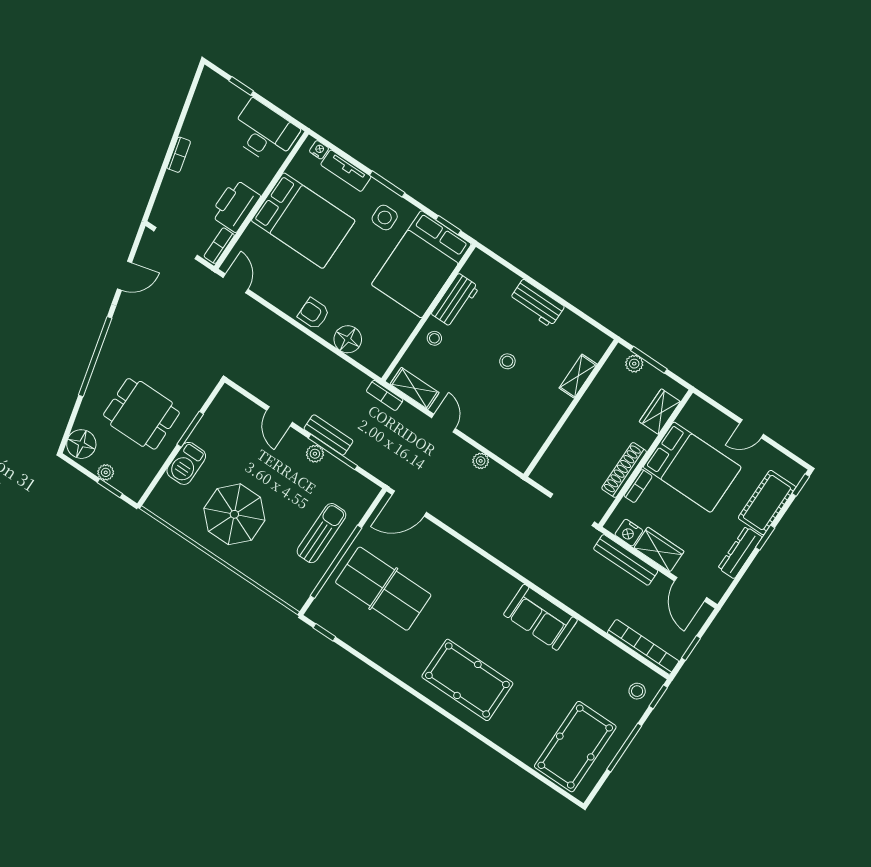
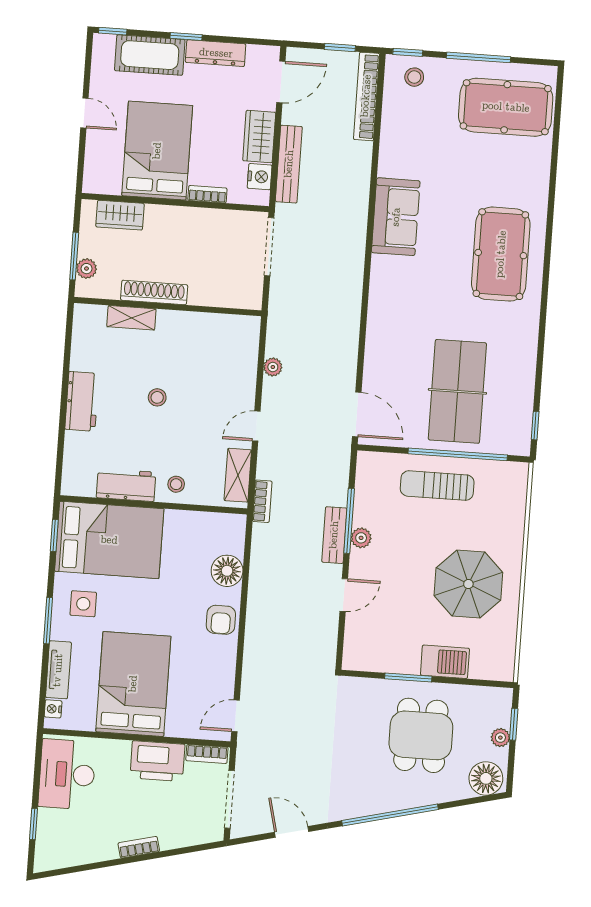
shoe rack: (624, 470) -> (154, 292), moved, turned 180

